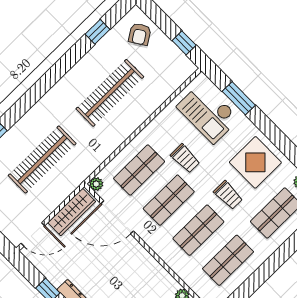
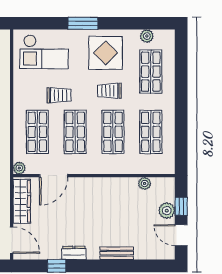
window: (239, 98) -> (83, 23), moved
trolley: (228, 195) -> (109, 91), turned 180
door: (117, 217) -> (54, 176), width x0.73
door: (33, 234) -> (12, 240), hinge flipped

